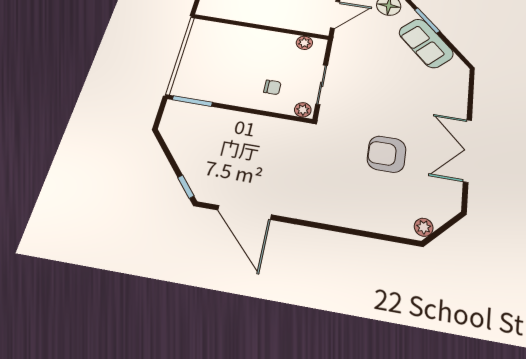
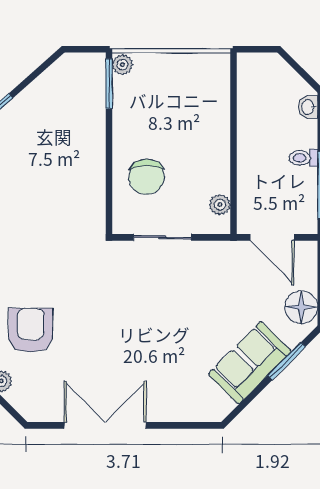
chair: (272, 87) -> (146, 177), width x1.87, depth x1.87
plant: (303, 110) -> (122, 65), moved
armchair: (387, 154) -> (31, 330), moved

